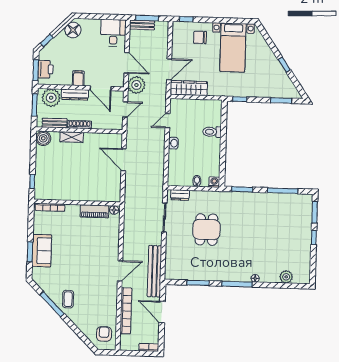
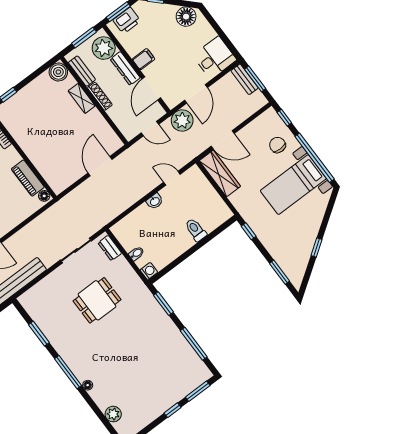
window: (227, 21) -> (315, 158), added

